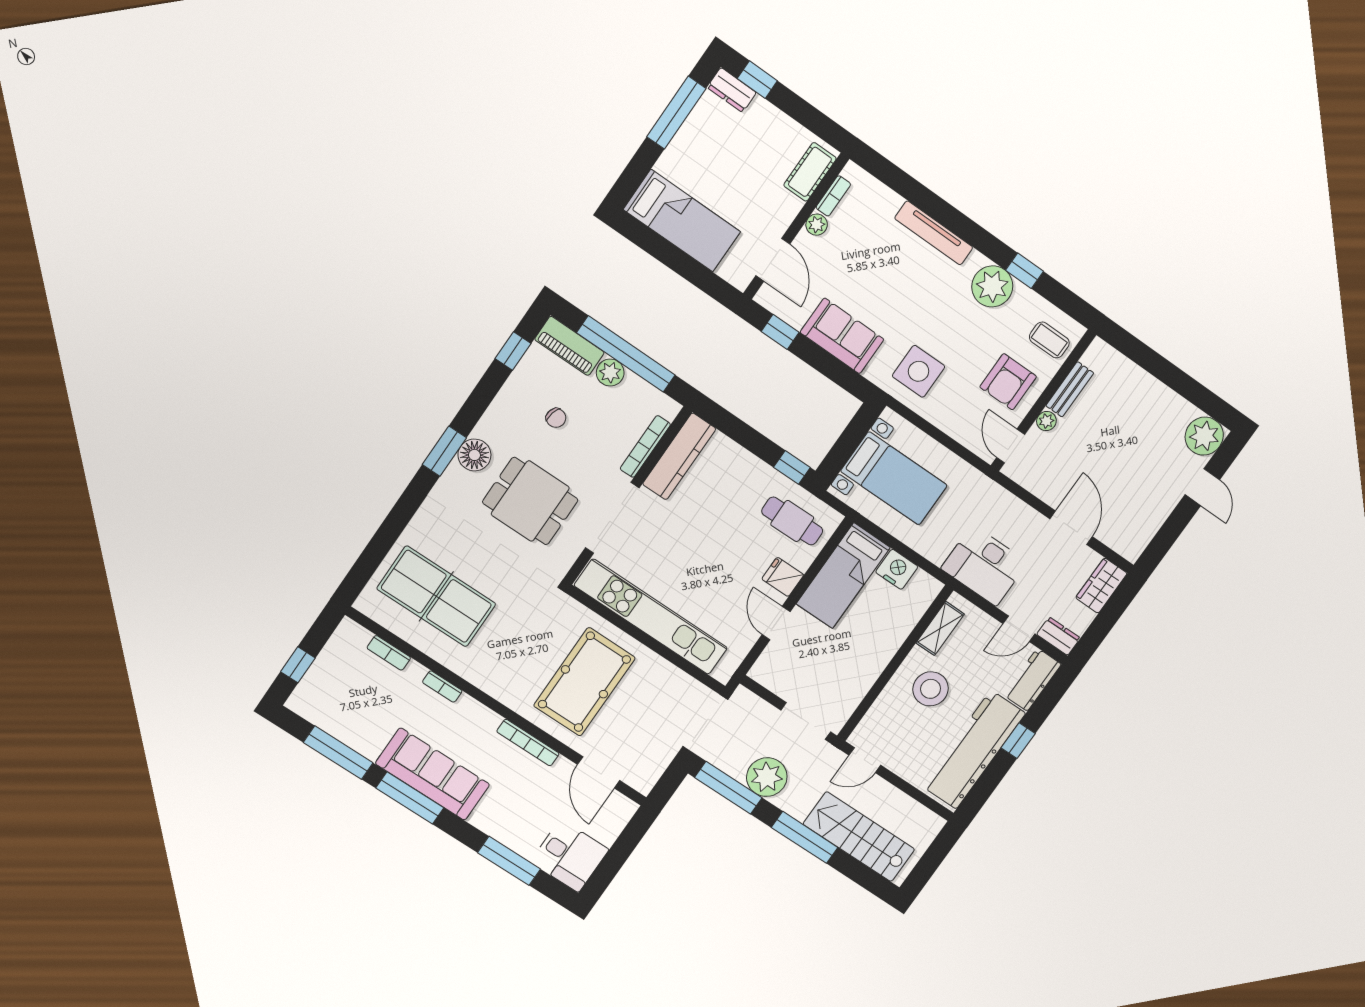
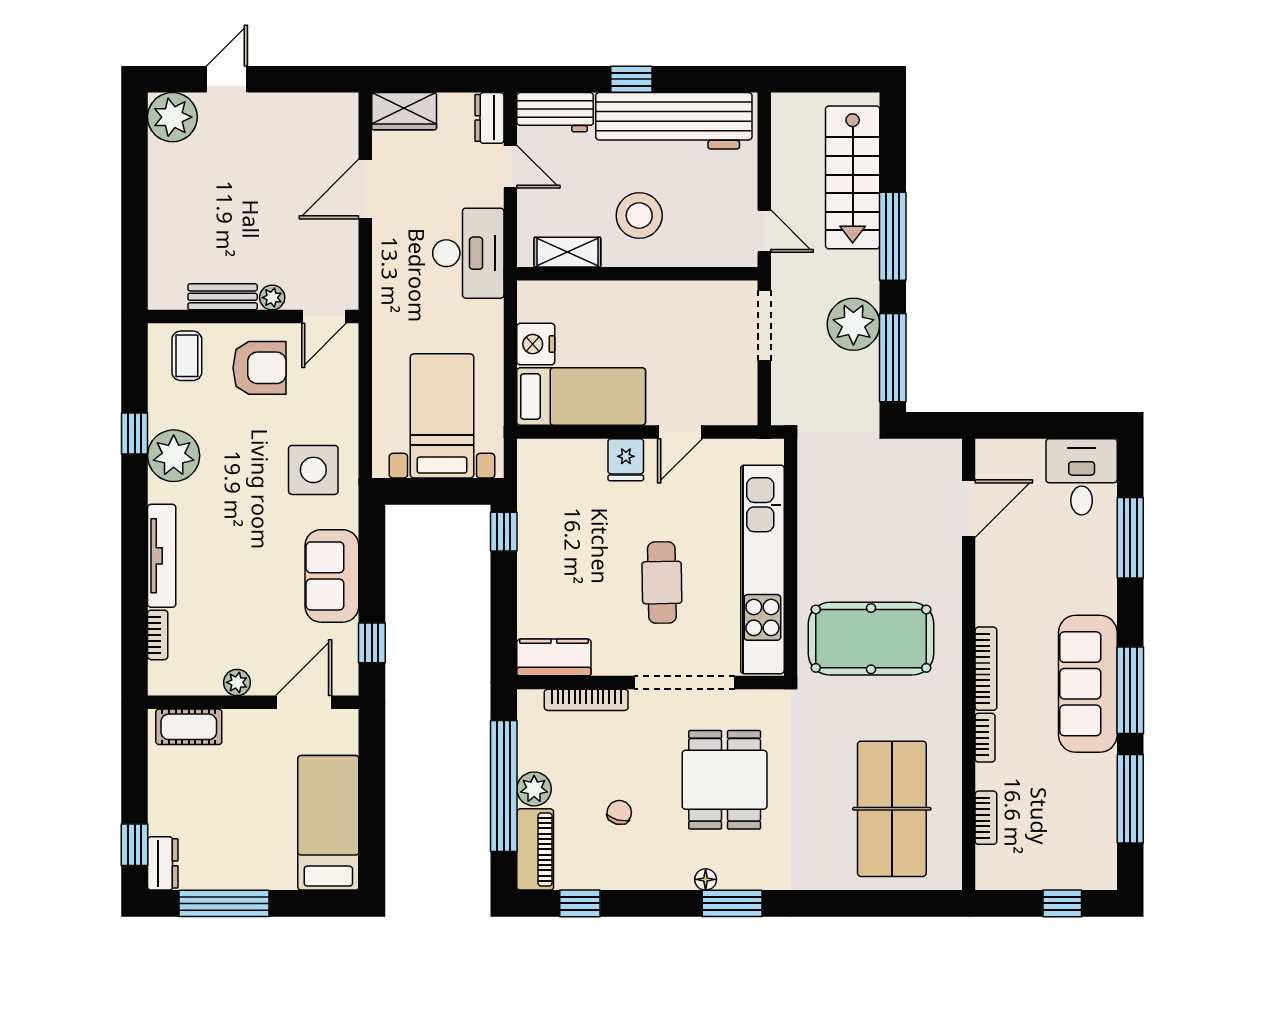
bookcase: (833, 196) -> (158, 635), moved, turned 90
floor lamp: (474, 455) -> (706, 879), width x0.53, depth x0.53
kitchen counter: (679, 456) -> (554, 657), width x0.67
cafe table: (792, 521) -> (662, 583), moved
pool table: (584, 682) -> (871, 639), moved
bookcase: (528, 743) -> (986, 669), moved

